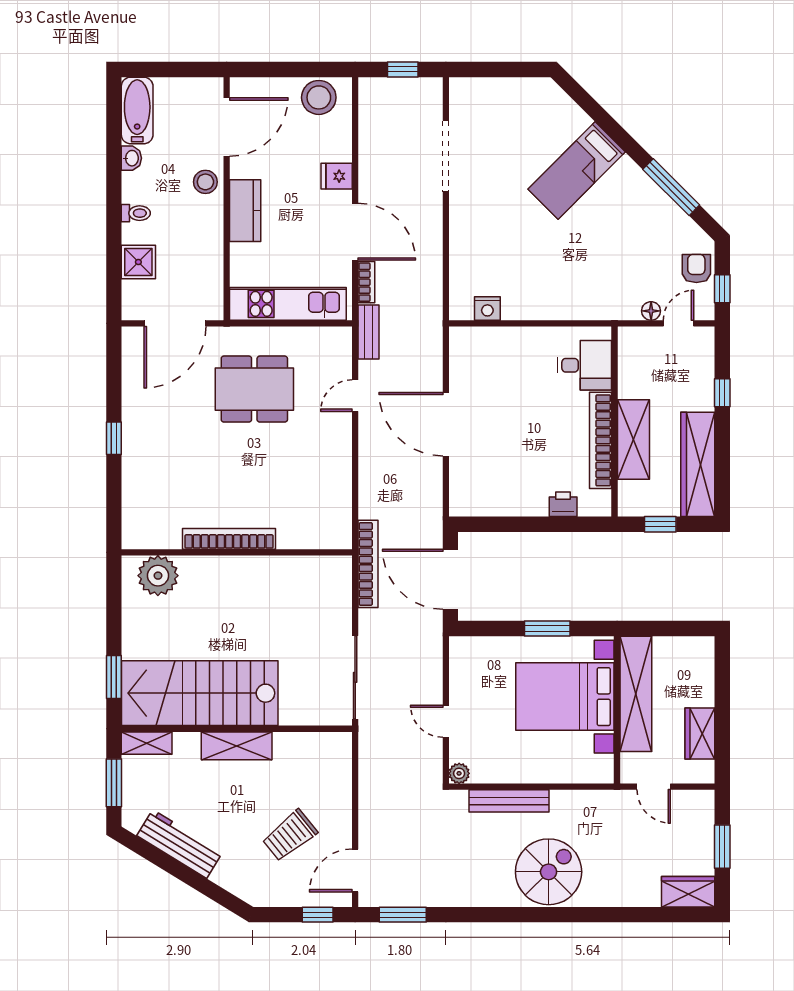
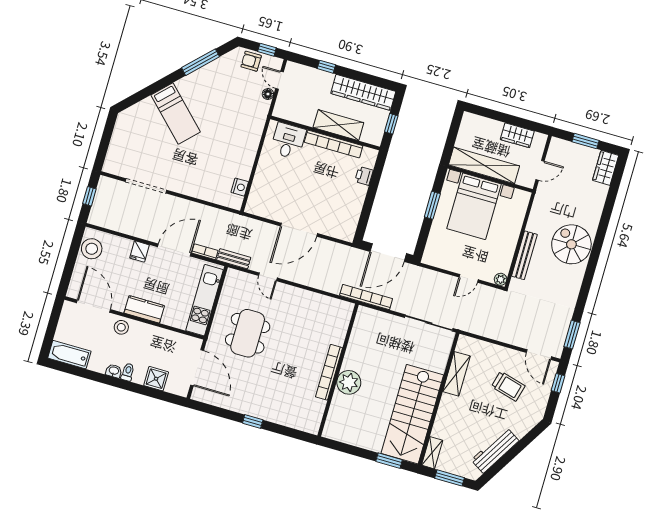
washbasin: (131, 158) -> (114, 371), moved
plant: (158, 576) -> (349, 382), moved
shelving: (237, 746) -> (456, 374), moved
trolley: (290, 835) -> (508, 386), turned -36

